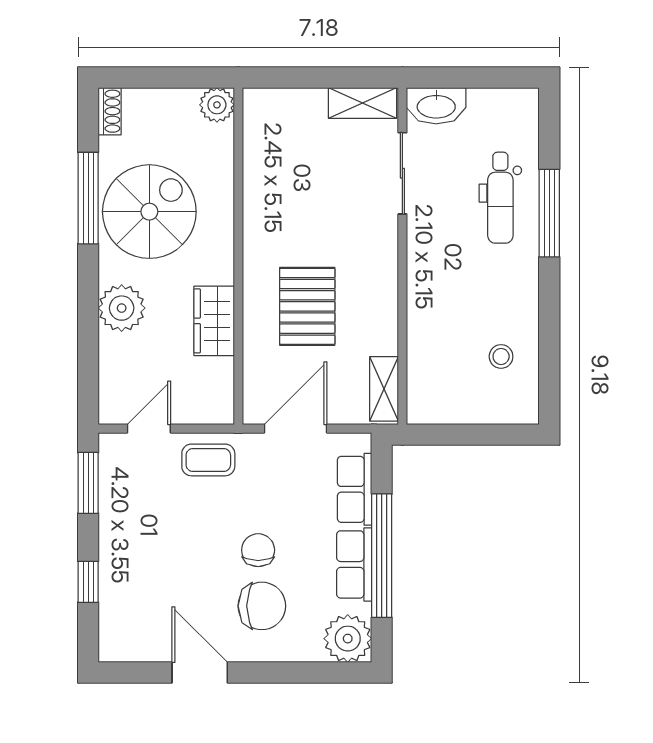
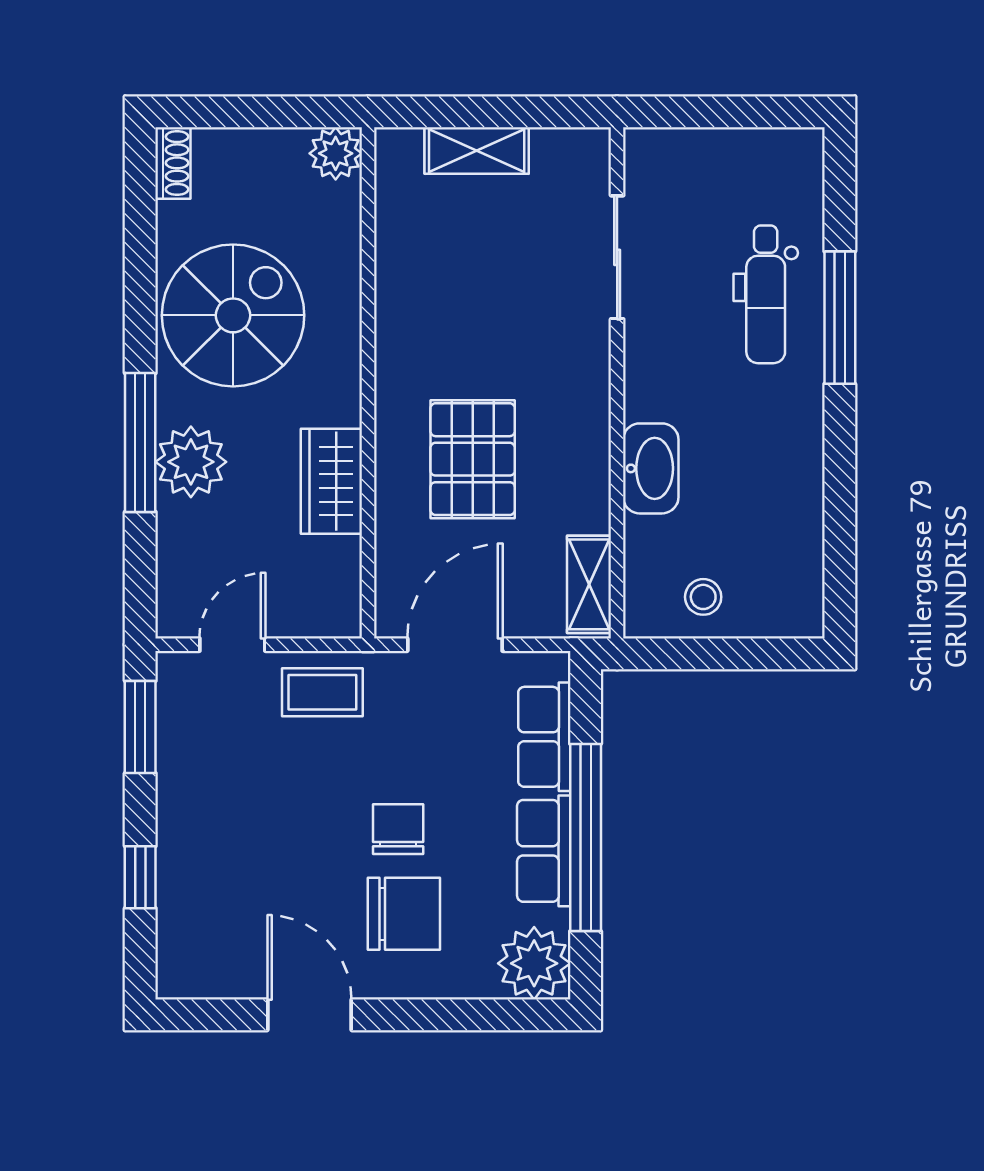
shelving: (363, 103) -> (477, 150), moved
washbasin: (436, 106) -> (651, 468), moved, turned -90
window: (88, 198) -> (140, 443), moved
stool: (501, 356) -> (703, 597), moved

